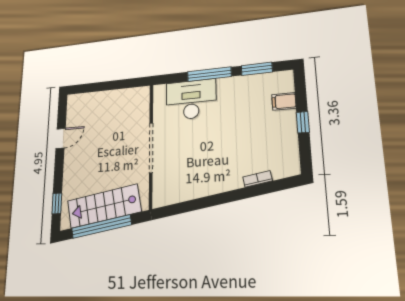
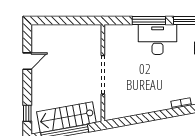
desk: (191, 100) -> (158, 39), moved

